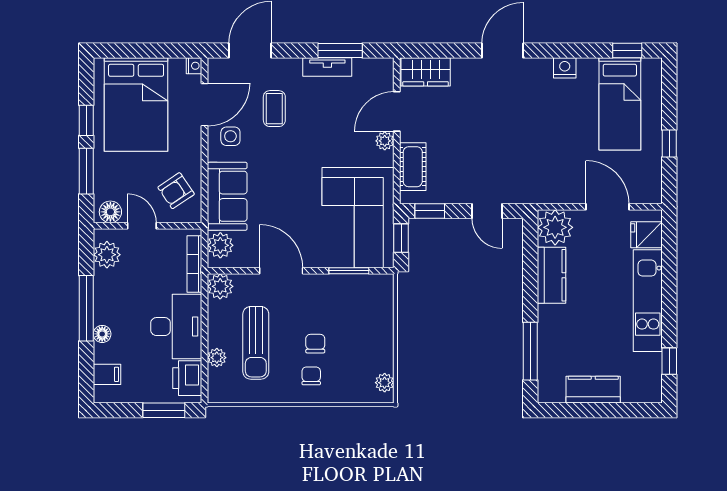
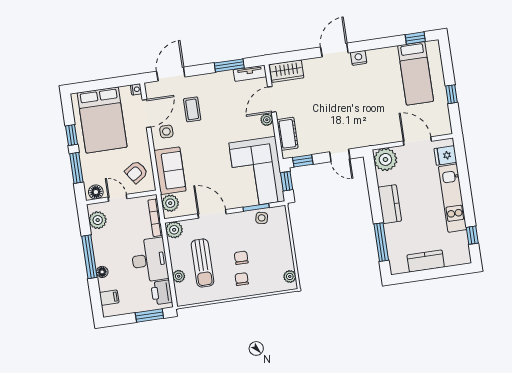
tv unit: (327, 67) -> (250, 73), moved
nightstand: (565, 68) -> (359, 58), moved
kitchen counter: (551, 275) -> (390, 204), moved
side table: (355, 288) -> (262, 218), added

